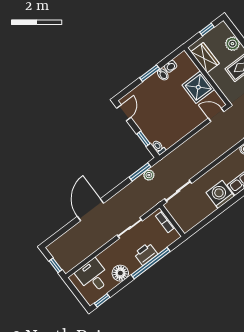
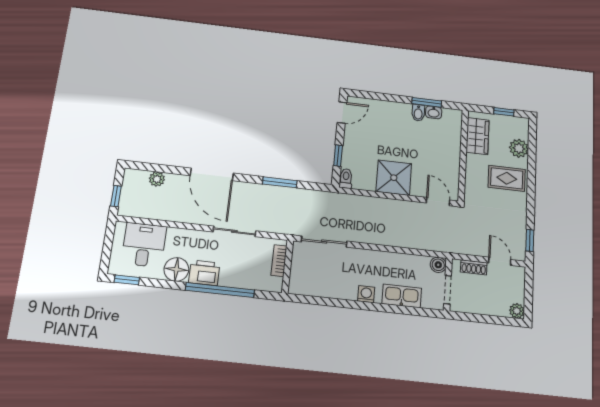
window: (150, 73) -> (427, 102), moved
shower: (198, 87) -> (394, 178), moved
window: (140, 172) -> (280, 182), moved
plant: (149, 175) -> (157, 179), moved
washing machine: (220, 194) -> (366, 294), width x0.53, depth x0.53
door: (90, 210) -> (212, 174), swing flipped
printer: (146, 254) -> (204, 273), moved

